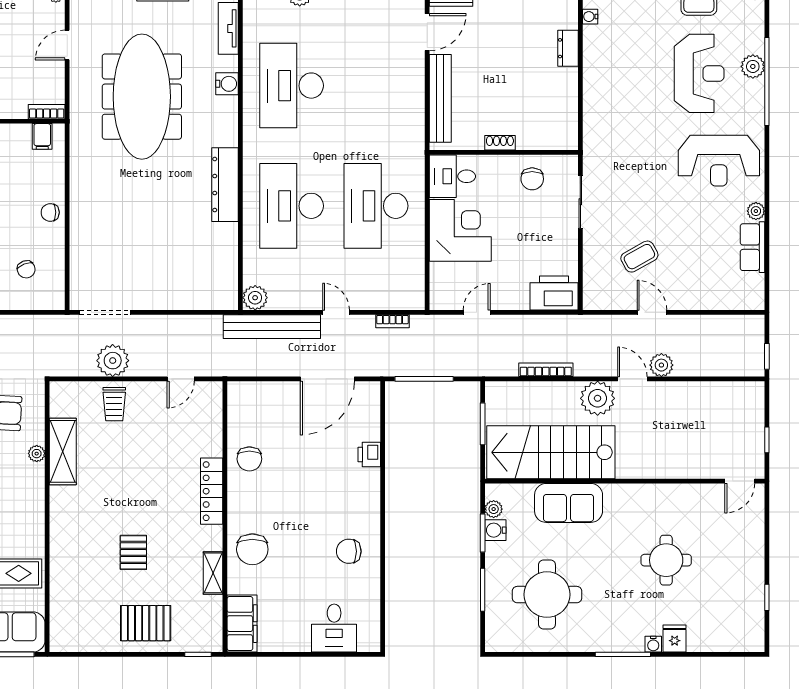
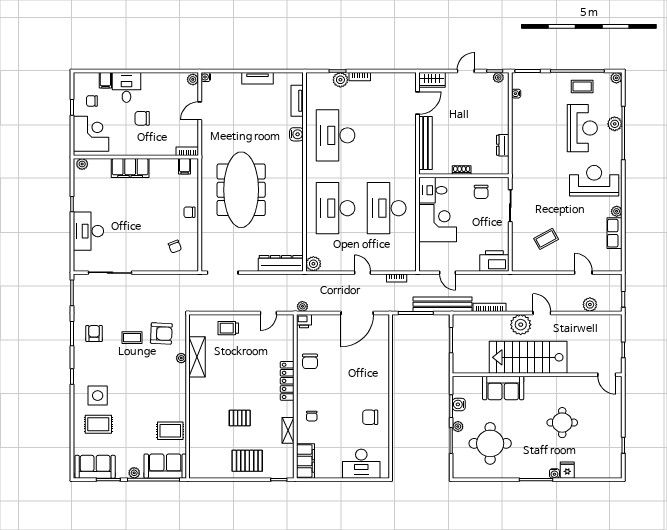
dresser: (568, 48) -> (503, 145), moved
meeting table: (142, 97) -> (241, 190), moved
reception desk: (719, 161) -> (594, 181), turned 180
dresser: (225, 185) -> (281, 263), moved, turned 90
door: (477, 312) -> (448, 273), swing flipped
door: (652, 312) -> (583, 273), moved
bench: (272, 327) -> (443, 304), moved
plant: (113, 361) -> (302, 306), moved, width x0.53, depth x0.53
plant: (661, 365) -> (590, 305), moved
trolley: (114, 404) -> (228, 328), turned 90
stairs: (551, 452) -> (528, 357), moved
printer: (369, 455) -> (304, 321), moved, turned -90
door: (740, 481) -> (607, 375), hinge flipped
plant: (494, 509) -> (458, 427), moved
chair: (252, 549) -> (312, 416), width x0.54, depth x0.54
pallet: (133, 552) -> (240, 418), turned 90
desk: (334, 628) -> (361, 464), width x1.37

